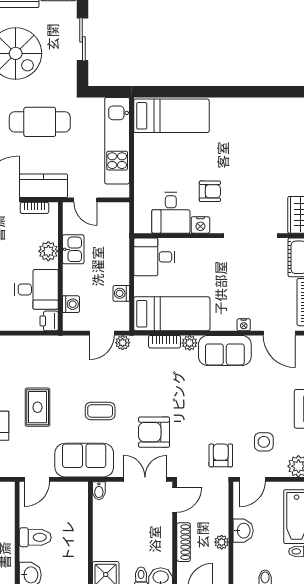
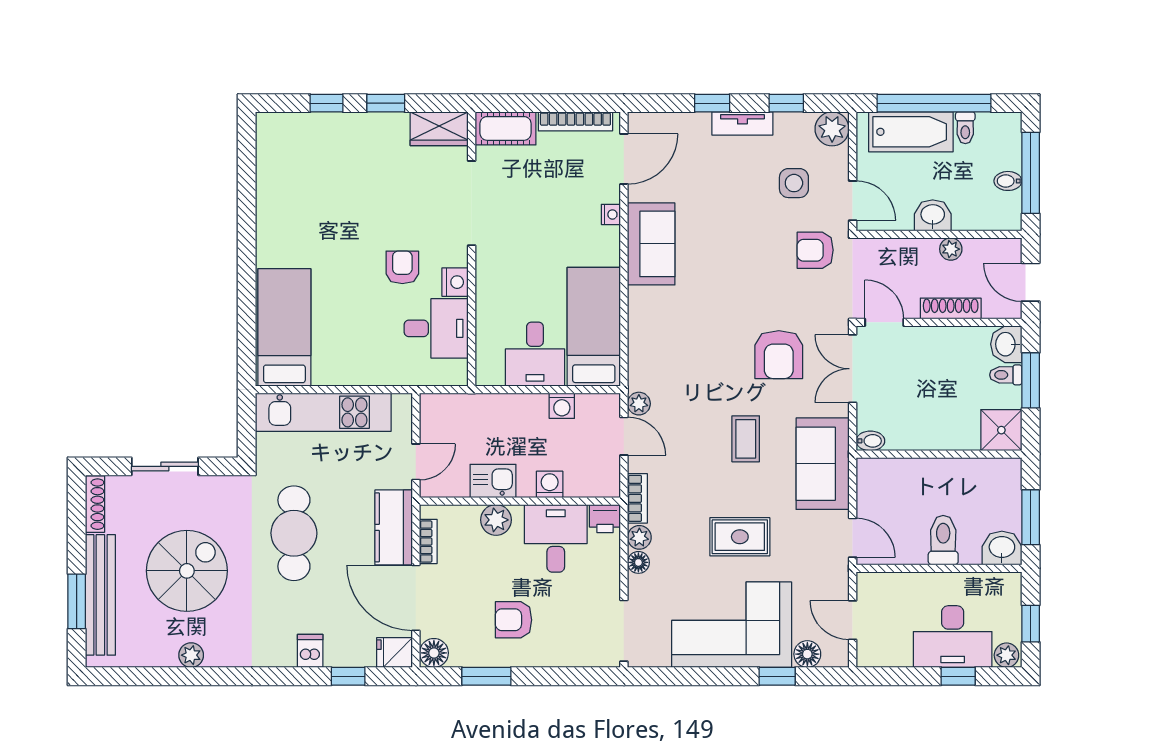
desk: (154, 257) -> (535, 354), moved
washing machine: (71, 304) -> (550, 484), moved
floor lamp: (21, 342) -> (638, 562), added
bookcase: (165, 342) -> (637, 498), moved
plant: (190, 343) -> (639, 537), moved

